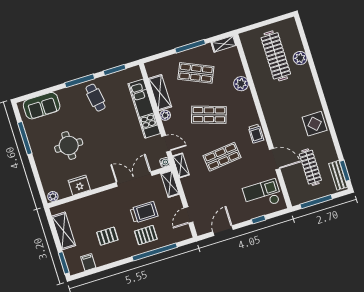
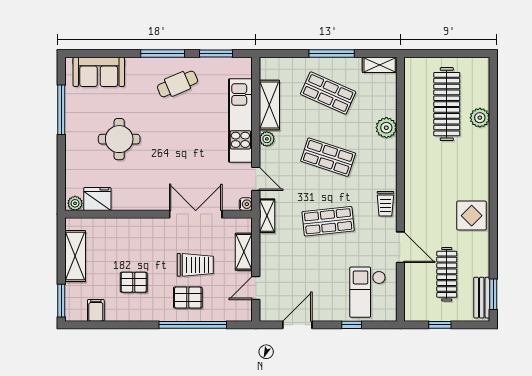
cafe table: (96, 98) -> (177, 84), turned 76
shelving: (170, 184) -> (244, 252), moved
fridge: (79, 185) -> (97, 199), moved
checkout: (262, 195) -> (368, 292), turned -90
window: (316, 202) -> (440, 325), width x0.46

